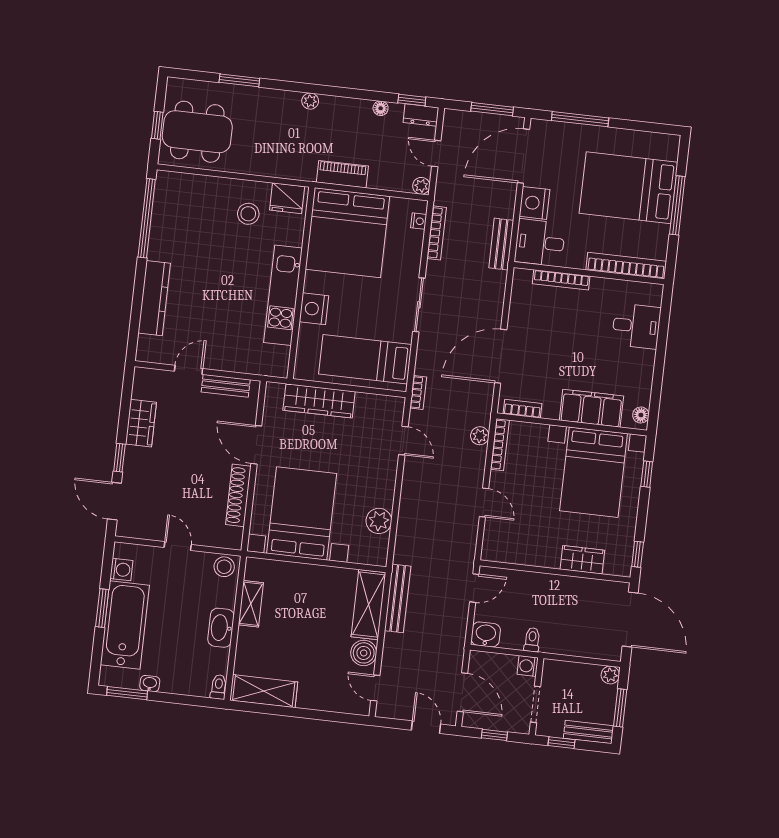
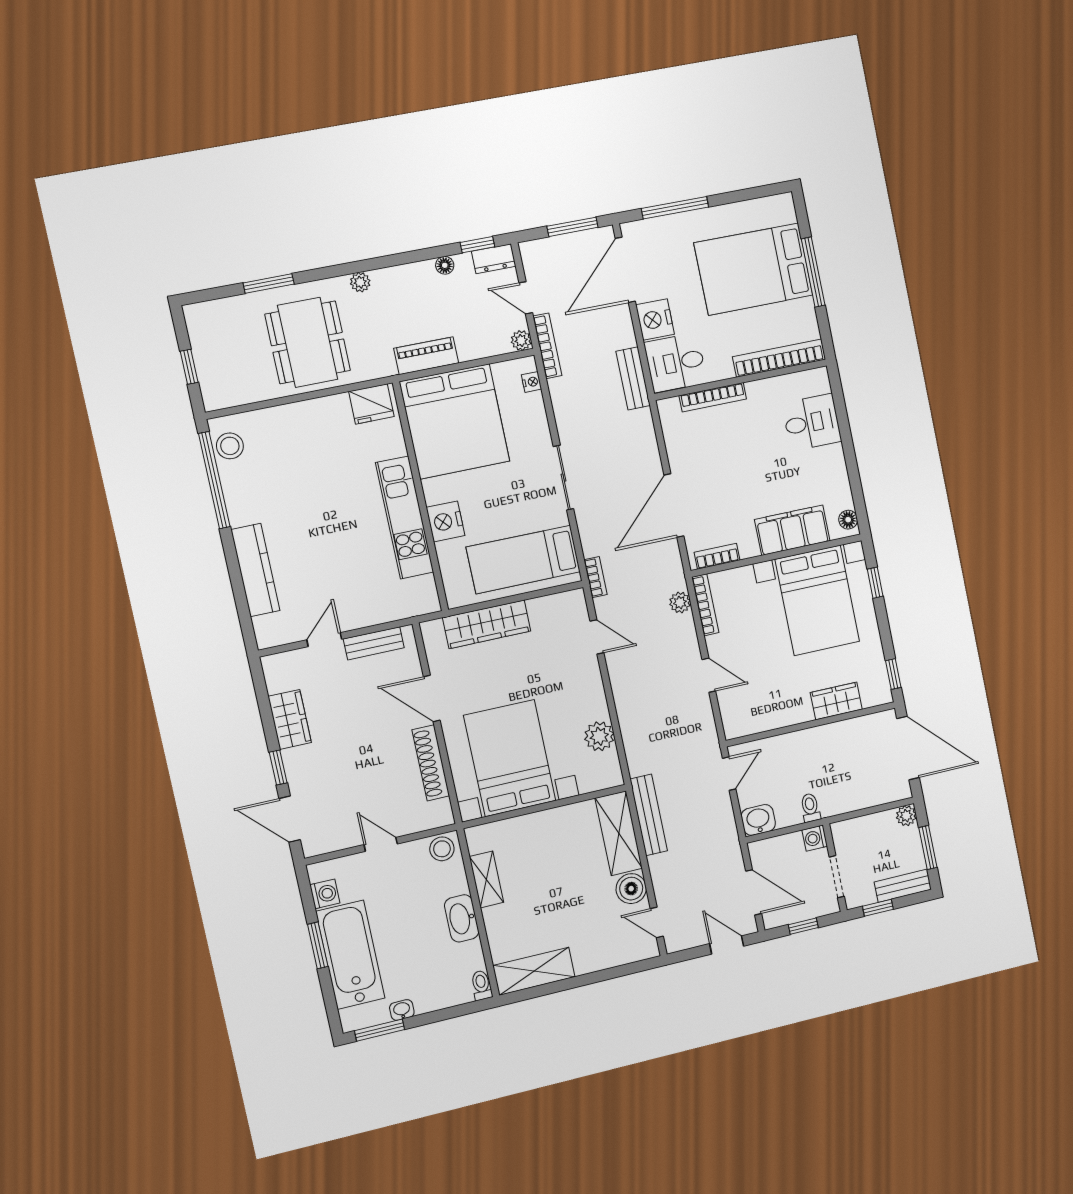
dining table: (197, 132) -> (308, 342), moved, turned 90
stool: (248, 214) -> (230, 446), moved
bookcase: (437, 233) -> (547, 346), moved

